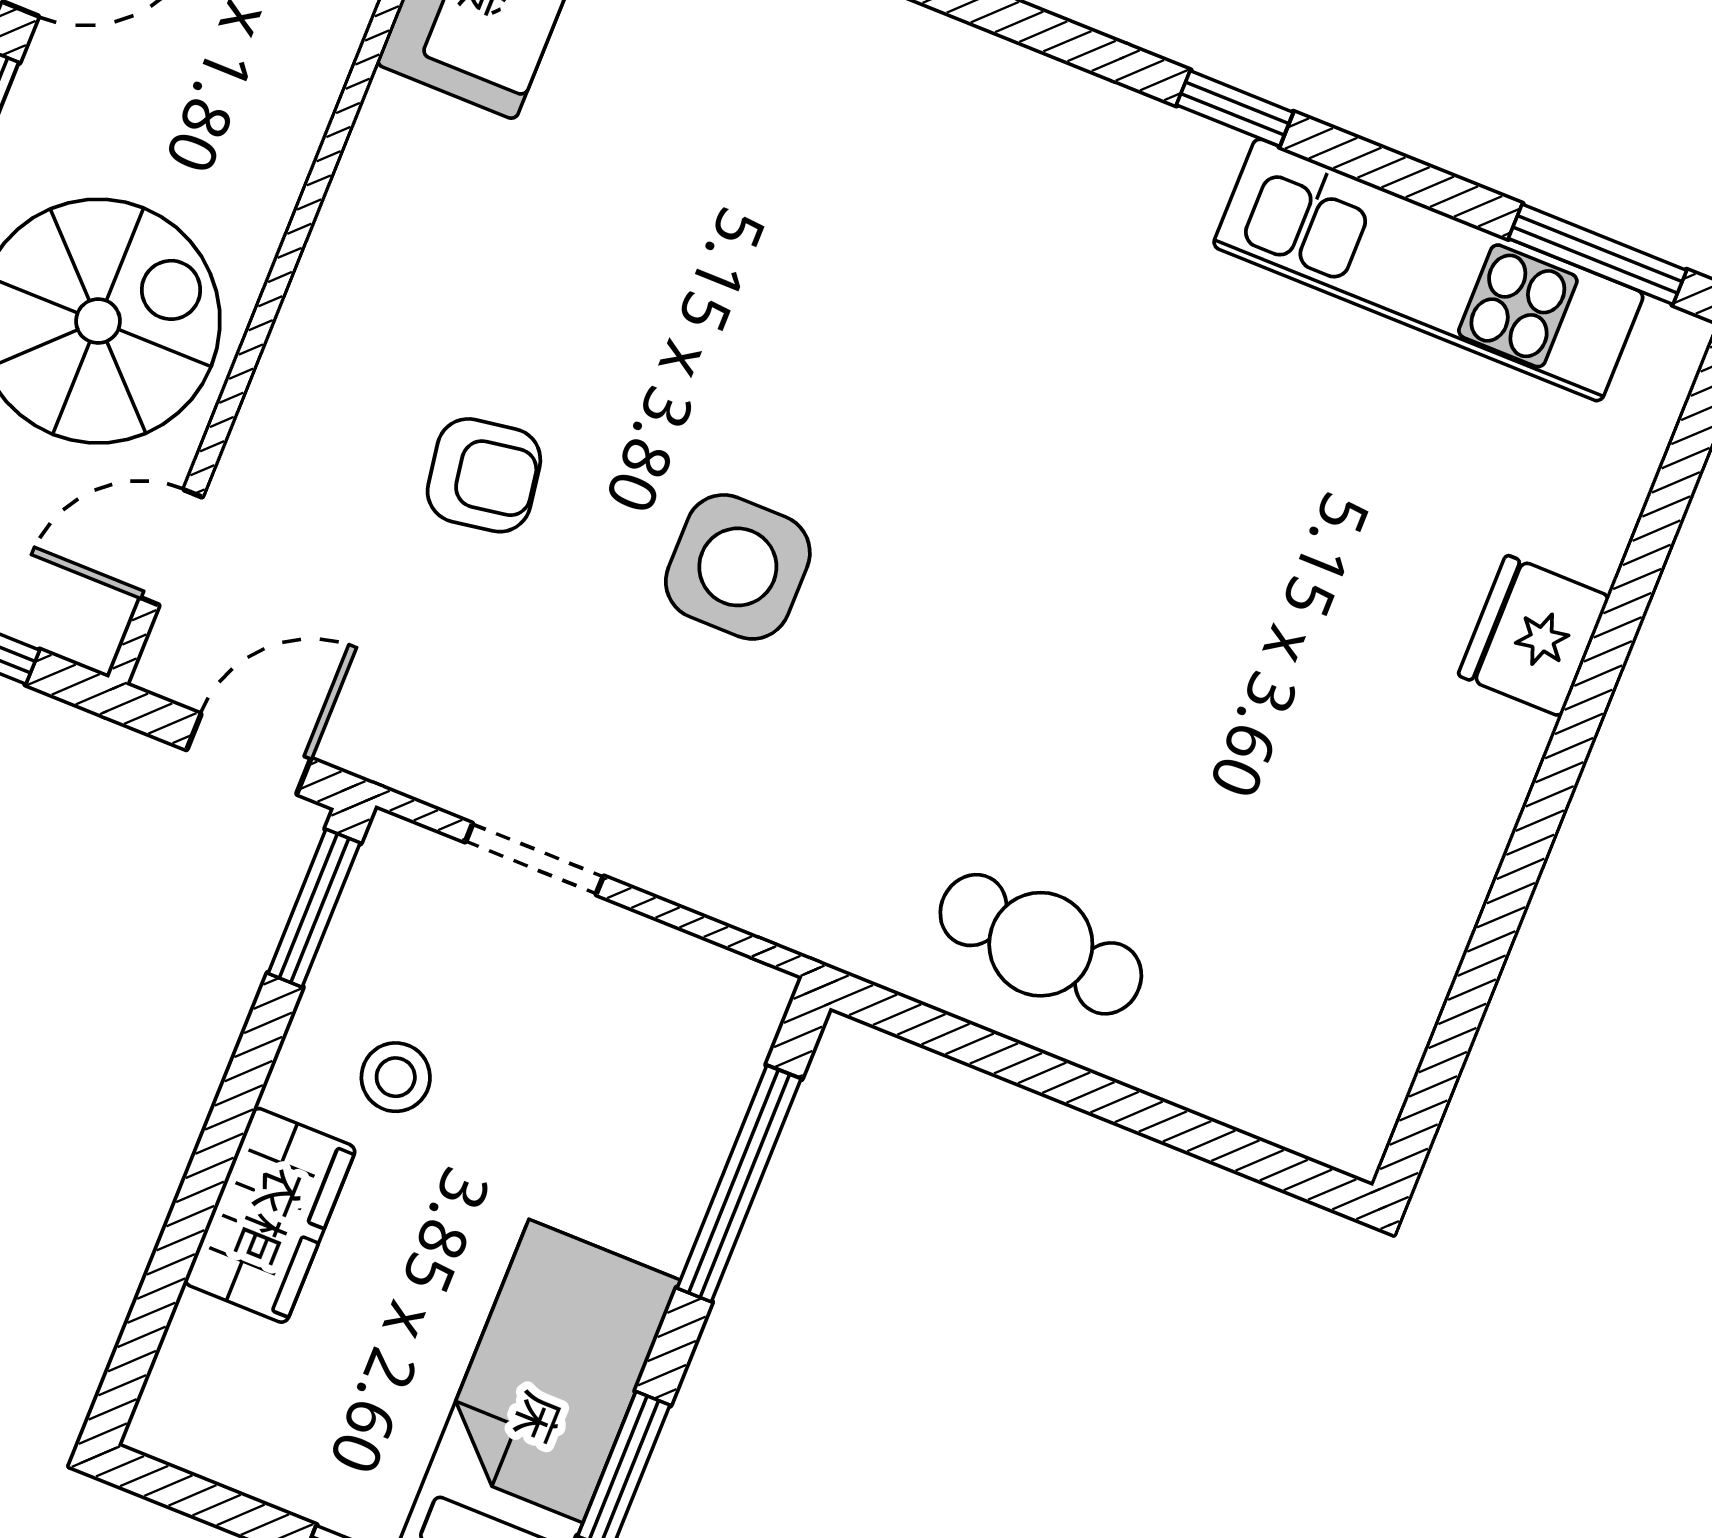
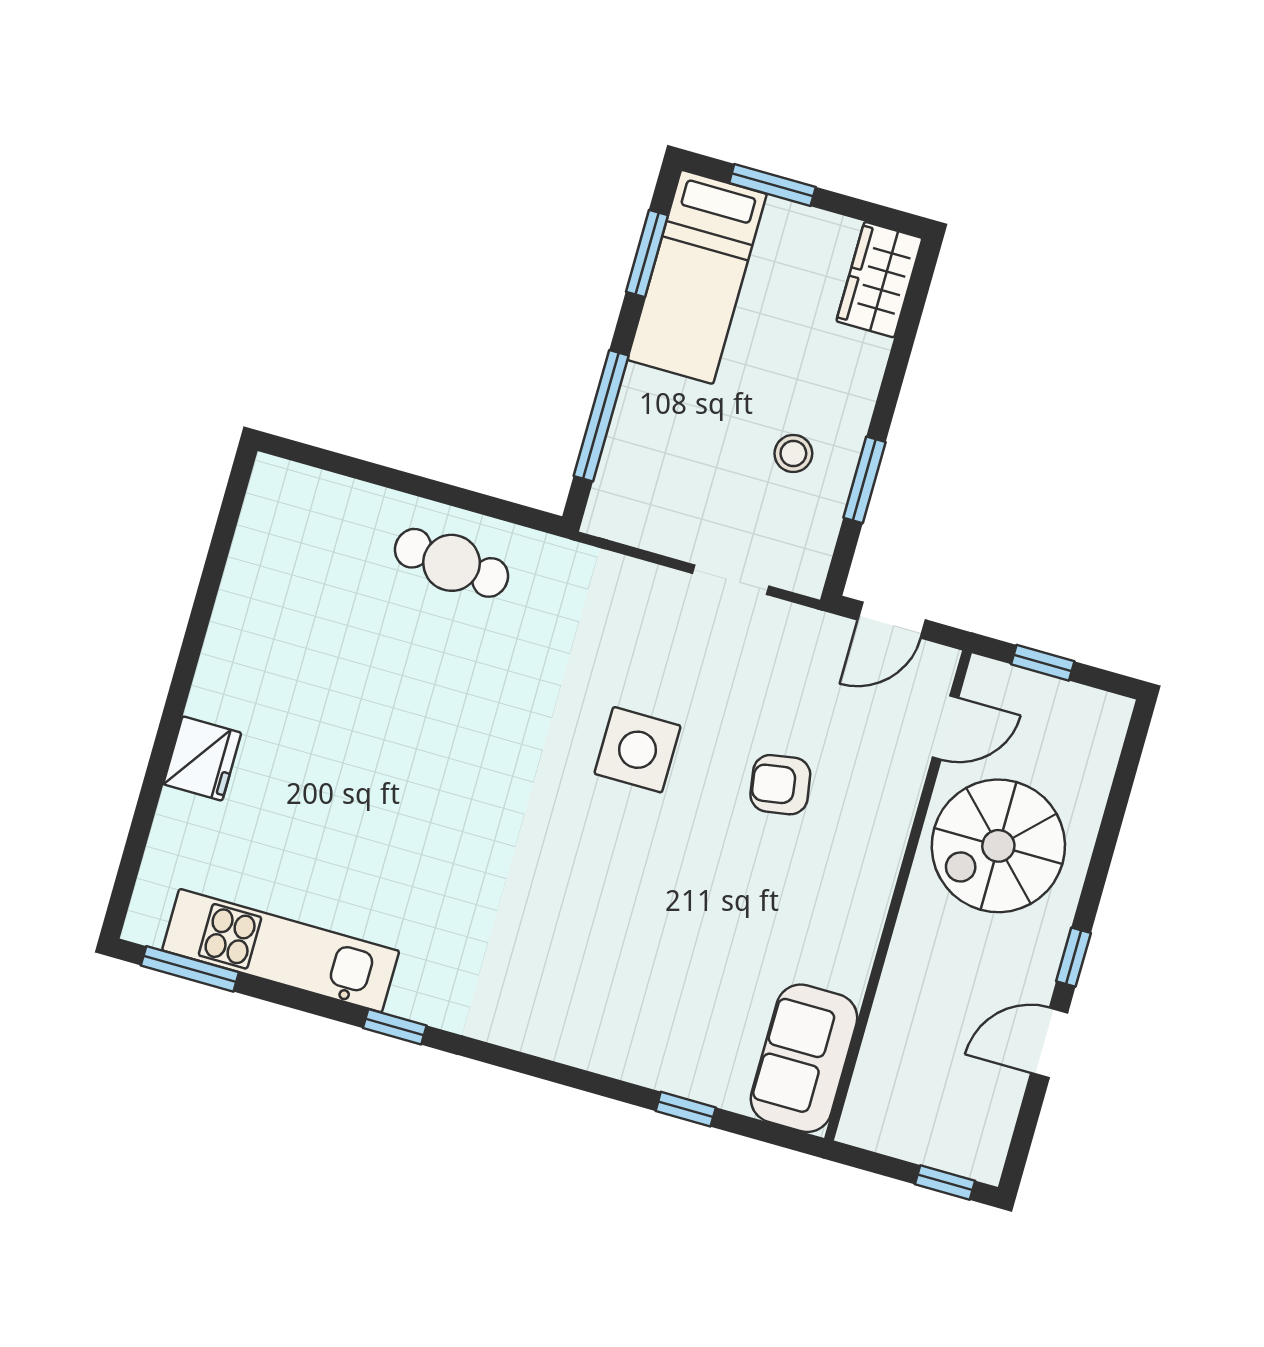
window: (314, 908) -> (864, 480), moved
wardrobe: (270, 1215) -> (879, 280), moved

